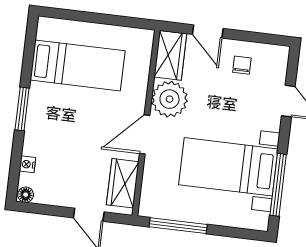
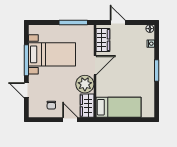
bed: (78, 65) -> (119, 107), moved, turned 180
window: (278, 185) -> (26, 60), moved

